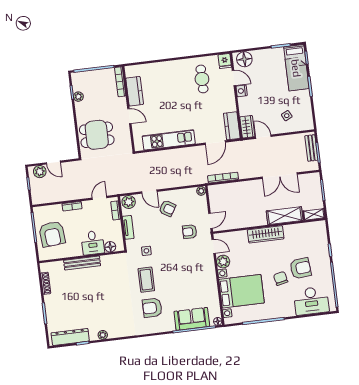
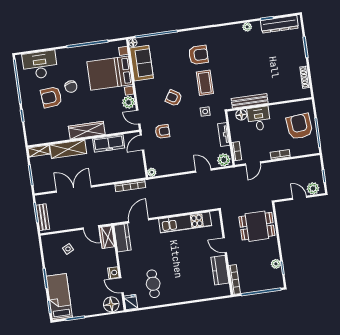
armchair: (167, 208) -> (174, 98), moved
freezer: (244, 221) -> (109, 143), added
bench: (82, 263) -> (250, 101), moved
sofa: (192, 319) -> (142, 63), moved, turned -90

